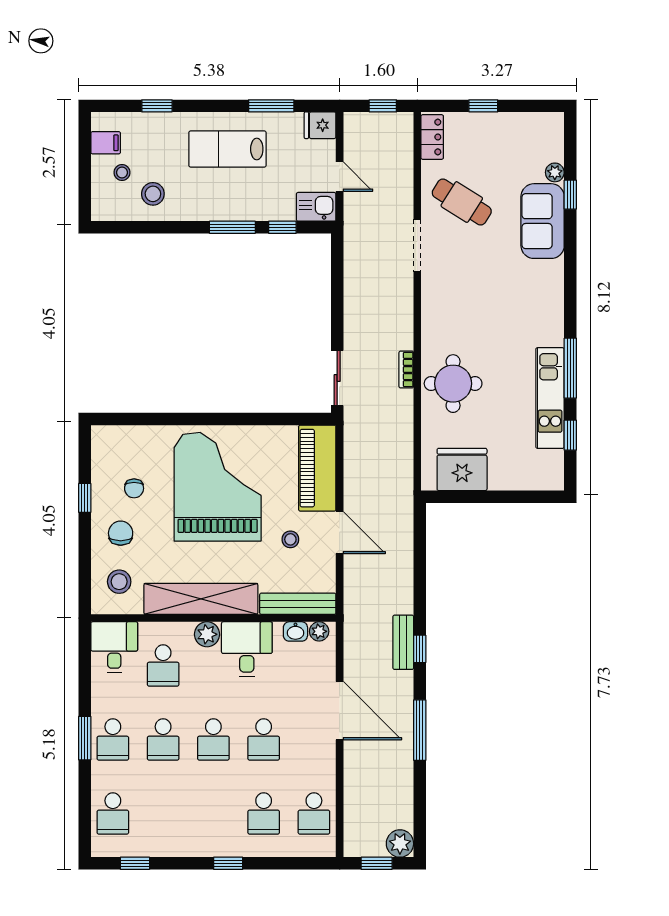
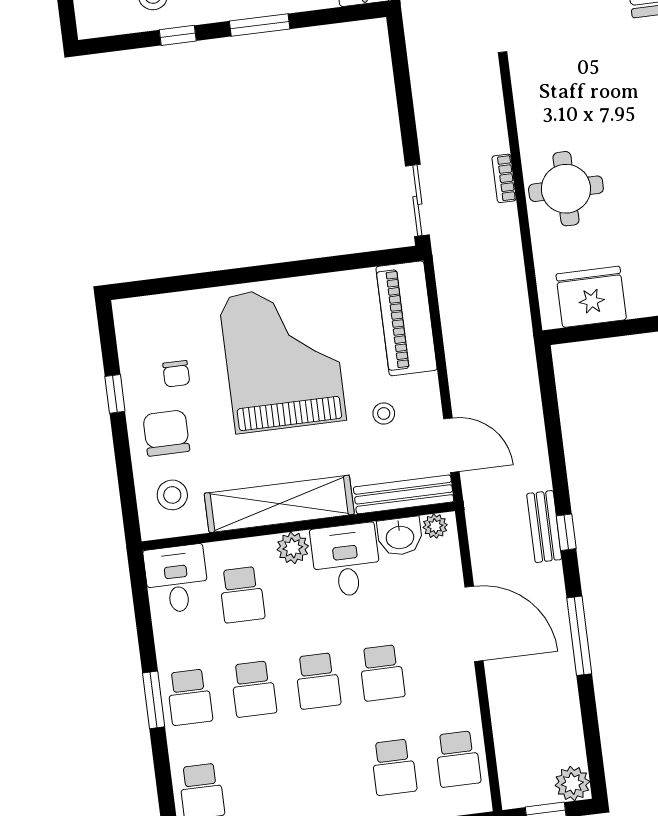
window: (282, 227) -> (178, 35), moved
chair: (121, 533) -> (166, 433), width x1.37, depth x1.37
door: (340, 533) -> (451, 445), moved
washbasin: (295, 631) -> (400, 536), width x1.38, depth x1.45

